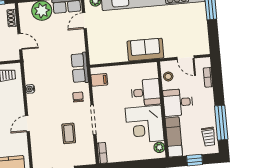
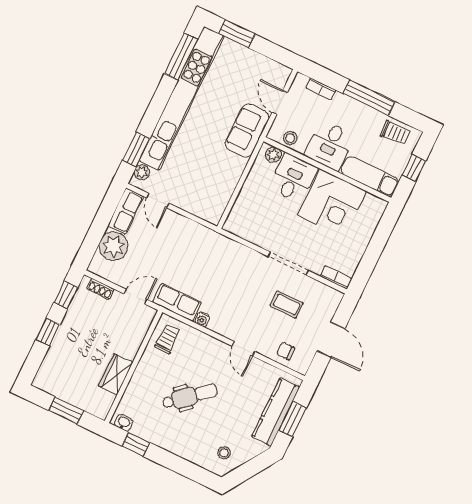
sofa: (145, 50) -> (247, 131), moved
door: (186, 58) -> (280, 102), swing flipped
row of seats: (80, 68) -> (177, 302), moved, turned 180
filing cabinet: (99, 80) -> (243, 226), removed
chair: (78, 97) -> (286, 351), moved
window: (221, 123) -> (369, 98), moved
plant: (159, 147) -> (273, 154), moved

